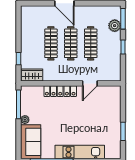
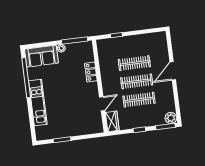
plant: (115, 26) -> (171, 118), moved
wardrobe: (32, 75) -> (112, 121), moved
door: (90, 83) -> (102, 104), swing flipped
locker: (60, 91) -> (91, 72), width x0.66

